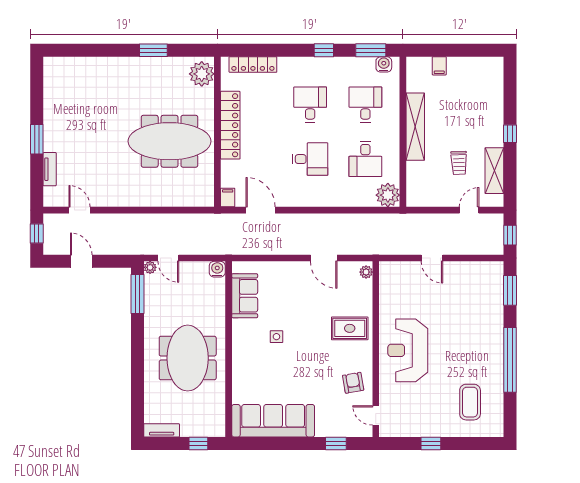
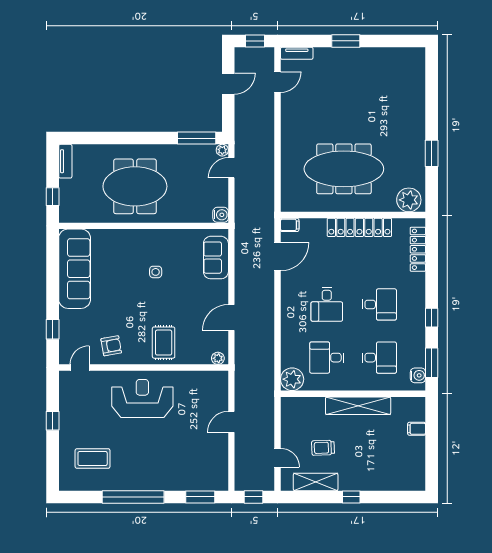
meeting table: (170, 141) -> (344, 169), turned 90
tv unit: (50, 169) -> (297, 53), moved
sofa: (245, 296) -> (216, 258), moved, turned 90

